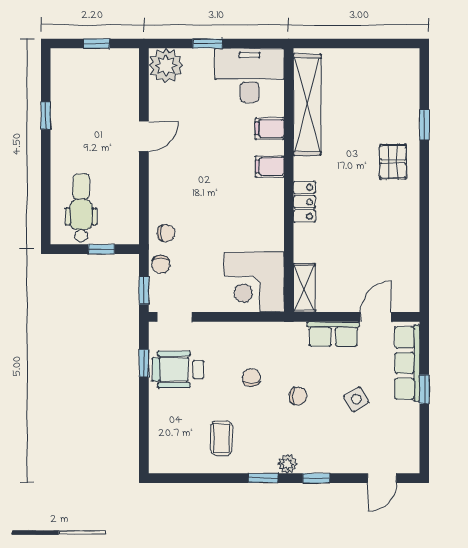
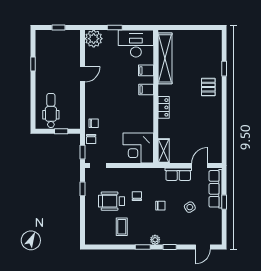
wheelchair: (178, 369) -> (112, 201), moved

